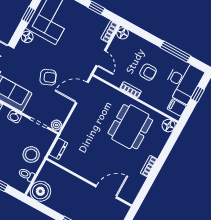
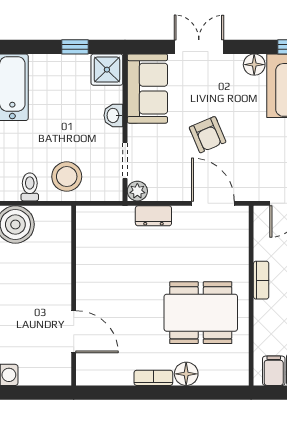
floor lamp: (169, 126) -> (186, 374), moved
dresser: (58, 149) -> (153, 216), moved

